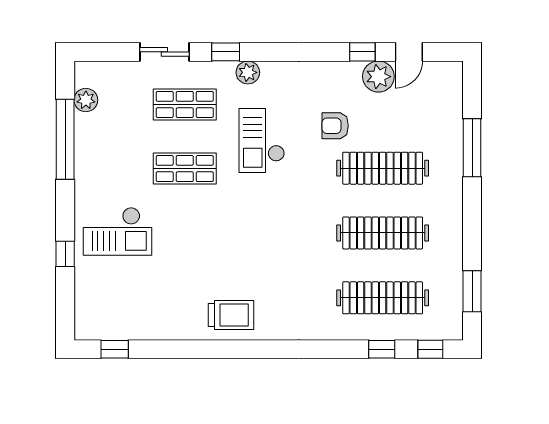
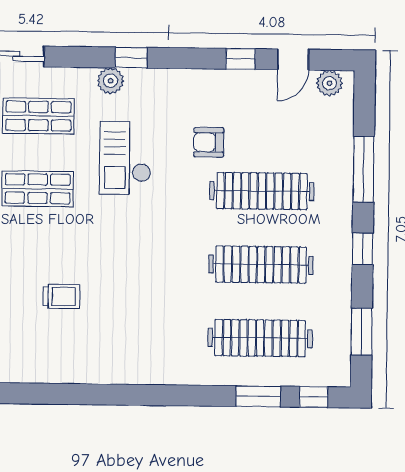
window: (226, 52) -> (131, 58), moved
plant: (378, 77) -> (329, 83), moved, width x0.73, depth x0.73
window: (472, 218) -> (363, 249), added
trolley: (231, 315) -> (61, 297), moved, width x0.73, depth x0.72
window: (382, 349) -> (258, 396), width x1.50

